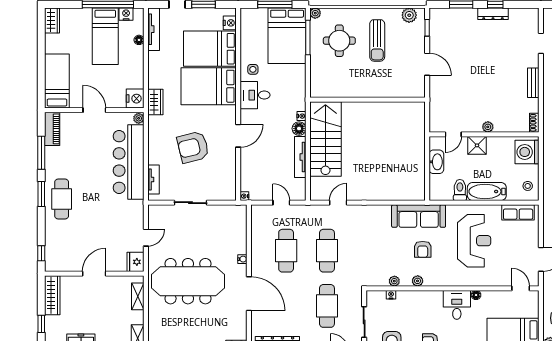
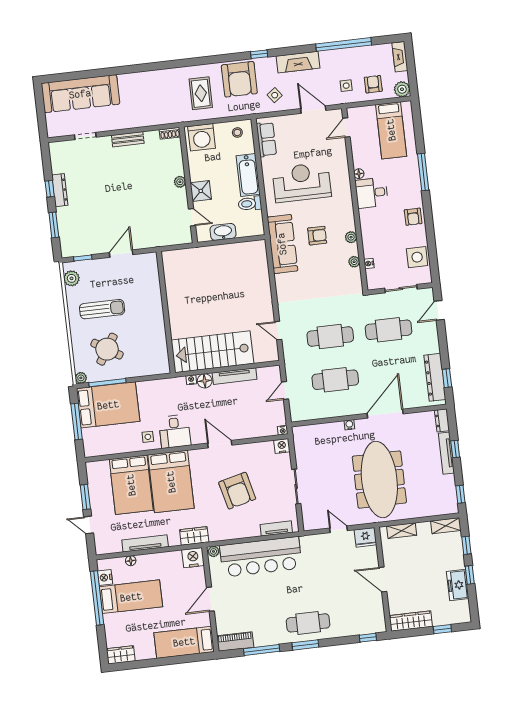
nightstand: (230, 23) -> (282, 446), moved
tv unit: (154, 29) -> (145, 543), moved
round table: (339, 41) -> (107, 349), turned 32

